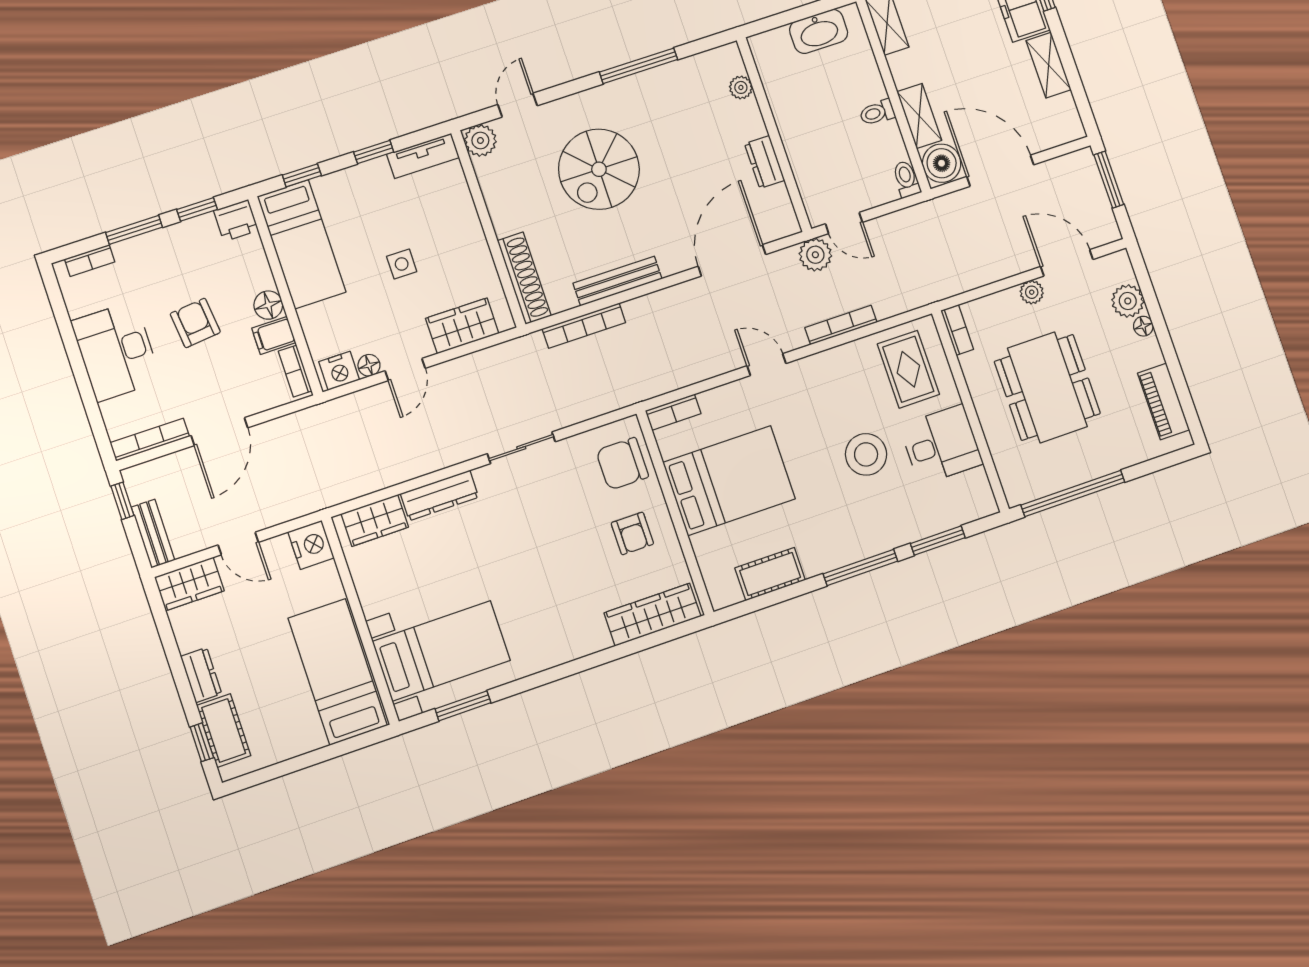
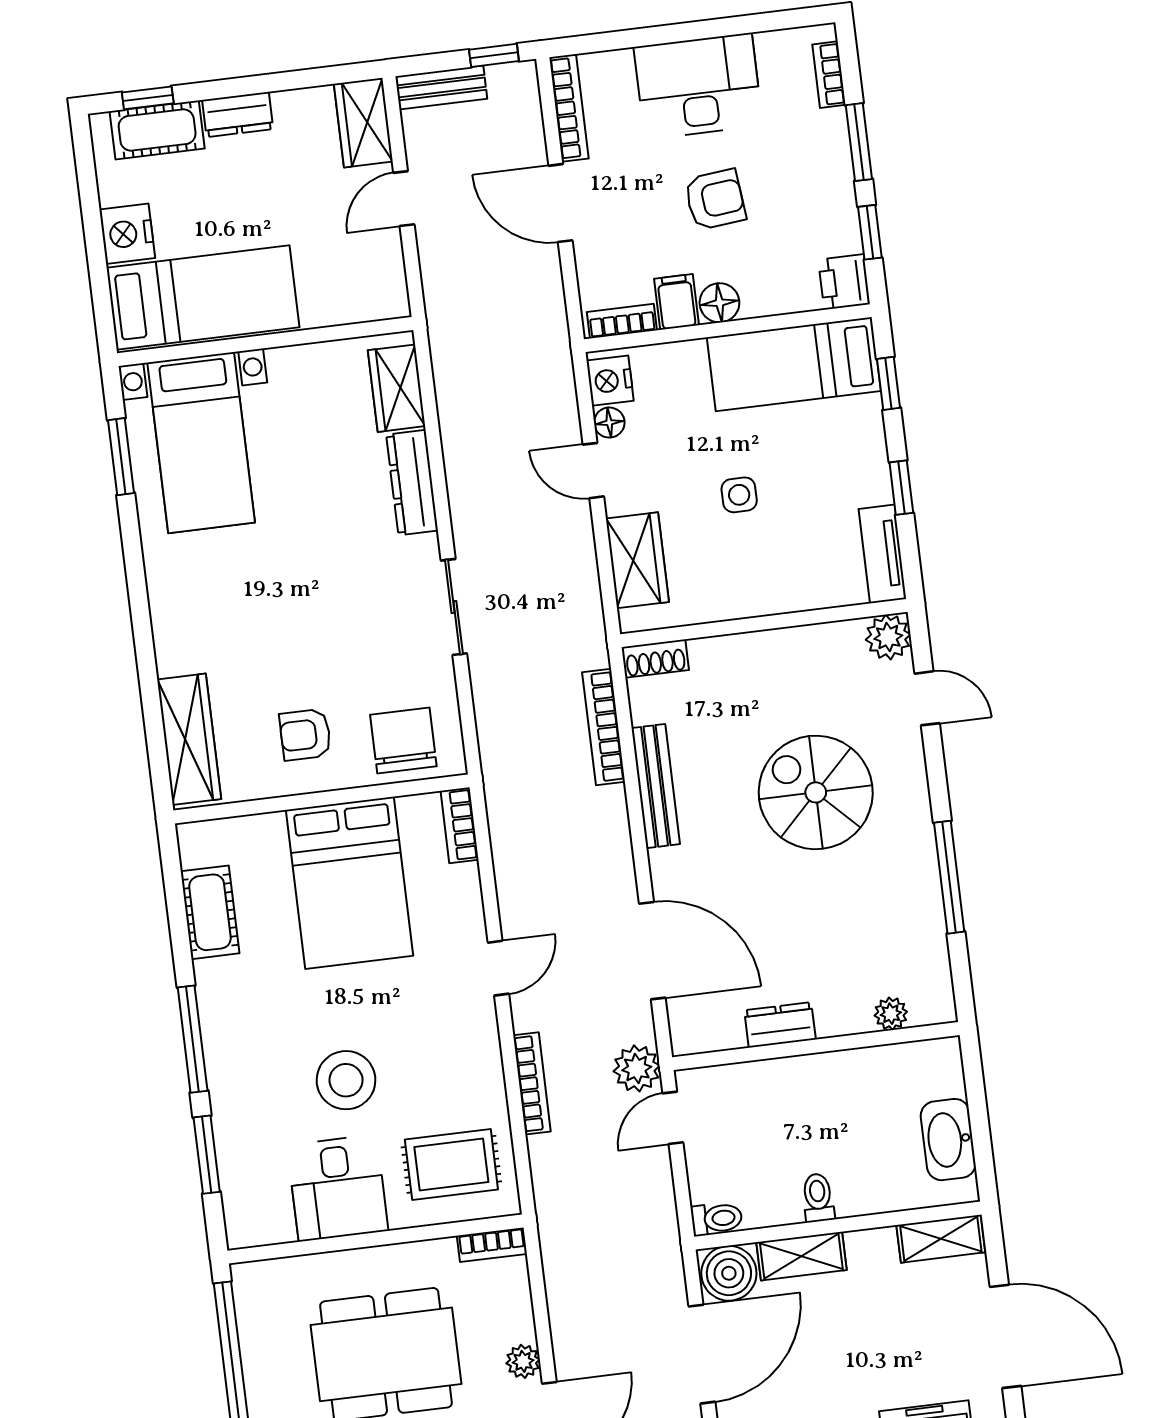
shoe rack: (524, 278) -> (655, 659), width x0.51, depth x0.81
nightstand: (311, 545) -> (127, 234), moved, turned 90

